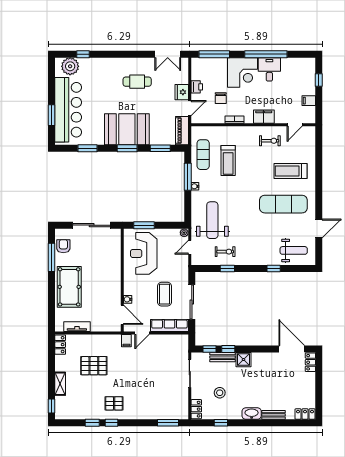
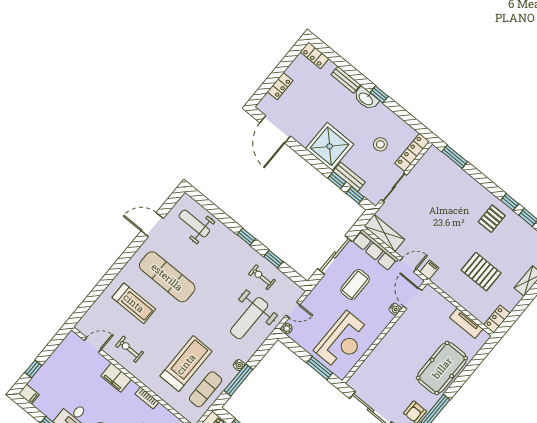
filing cabinet: (309, 101) -> (29, 394), moved
treadmill: (228, 160) -> (186, 364), width x1.37, depth x1.38
window: (274, 269) -> (246, 237), moved
shelving: (173, 341) -> (384, 233), added
shower: (243, 360) -> (330, 146), width x1.86, depth x1.86
locker: (310, 362) -> (280, 86), moved
pallet: (114, 403) -> (492, 219), turned 90
locker: (196, 409) -> (412, 152), width x1.53
window: (221, 423) -> (379, 94), moved

